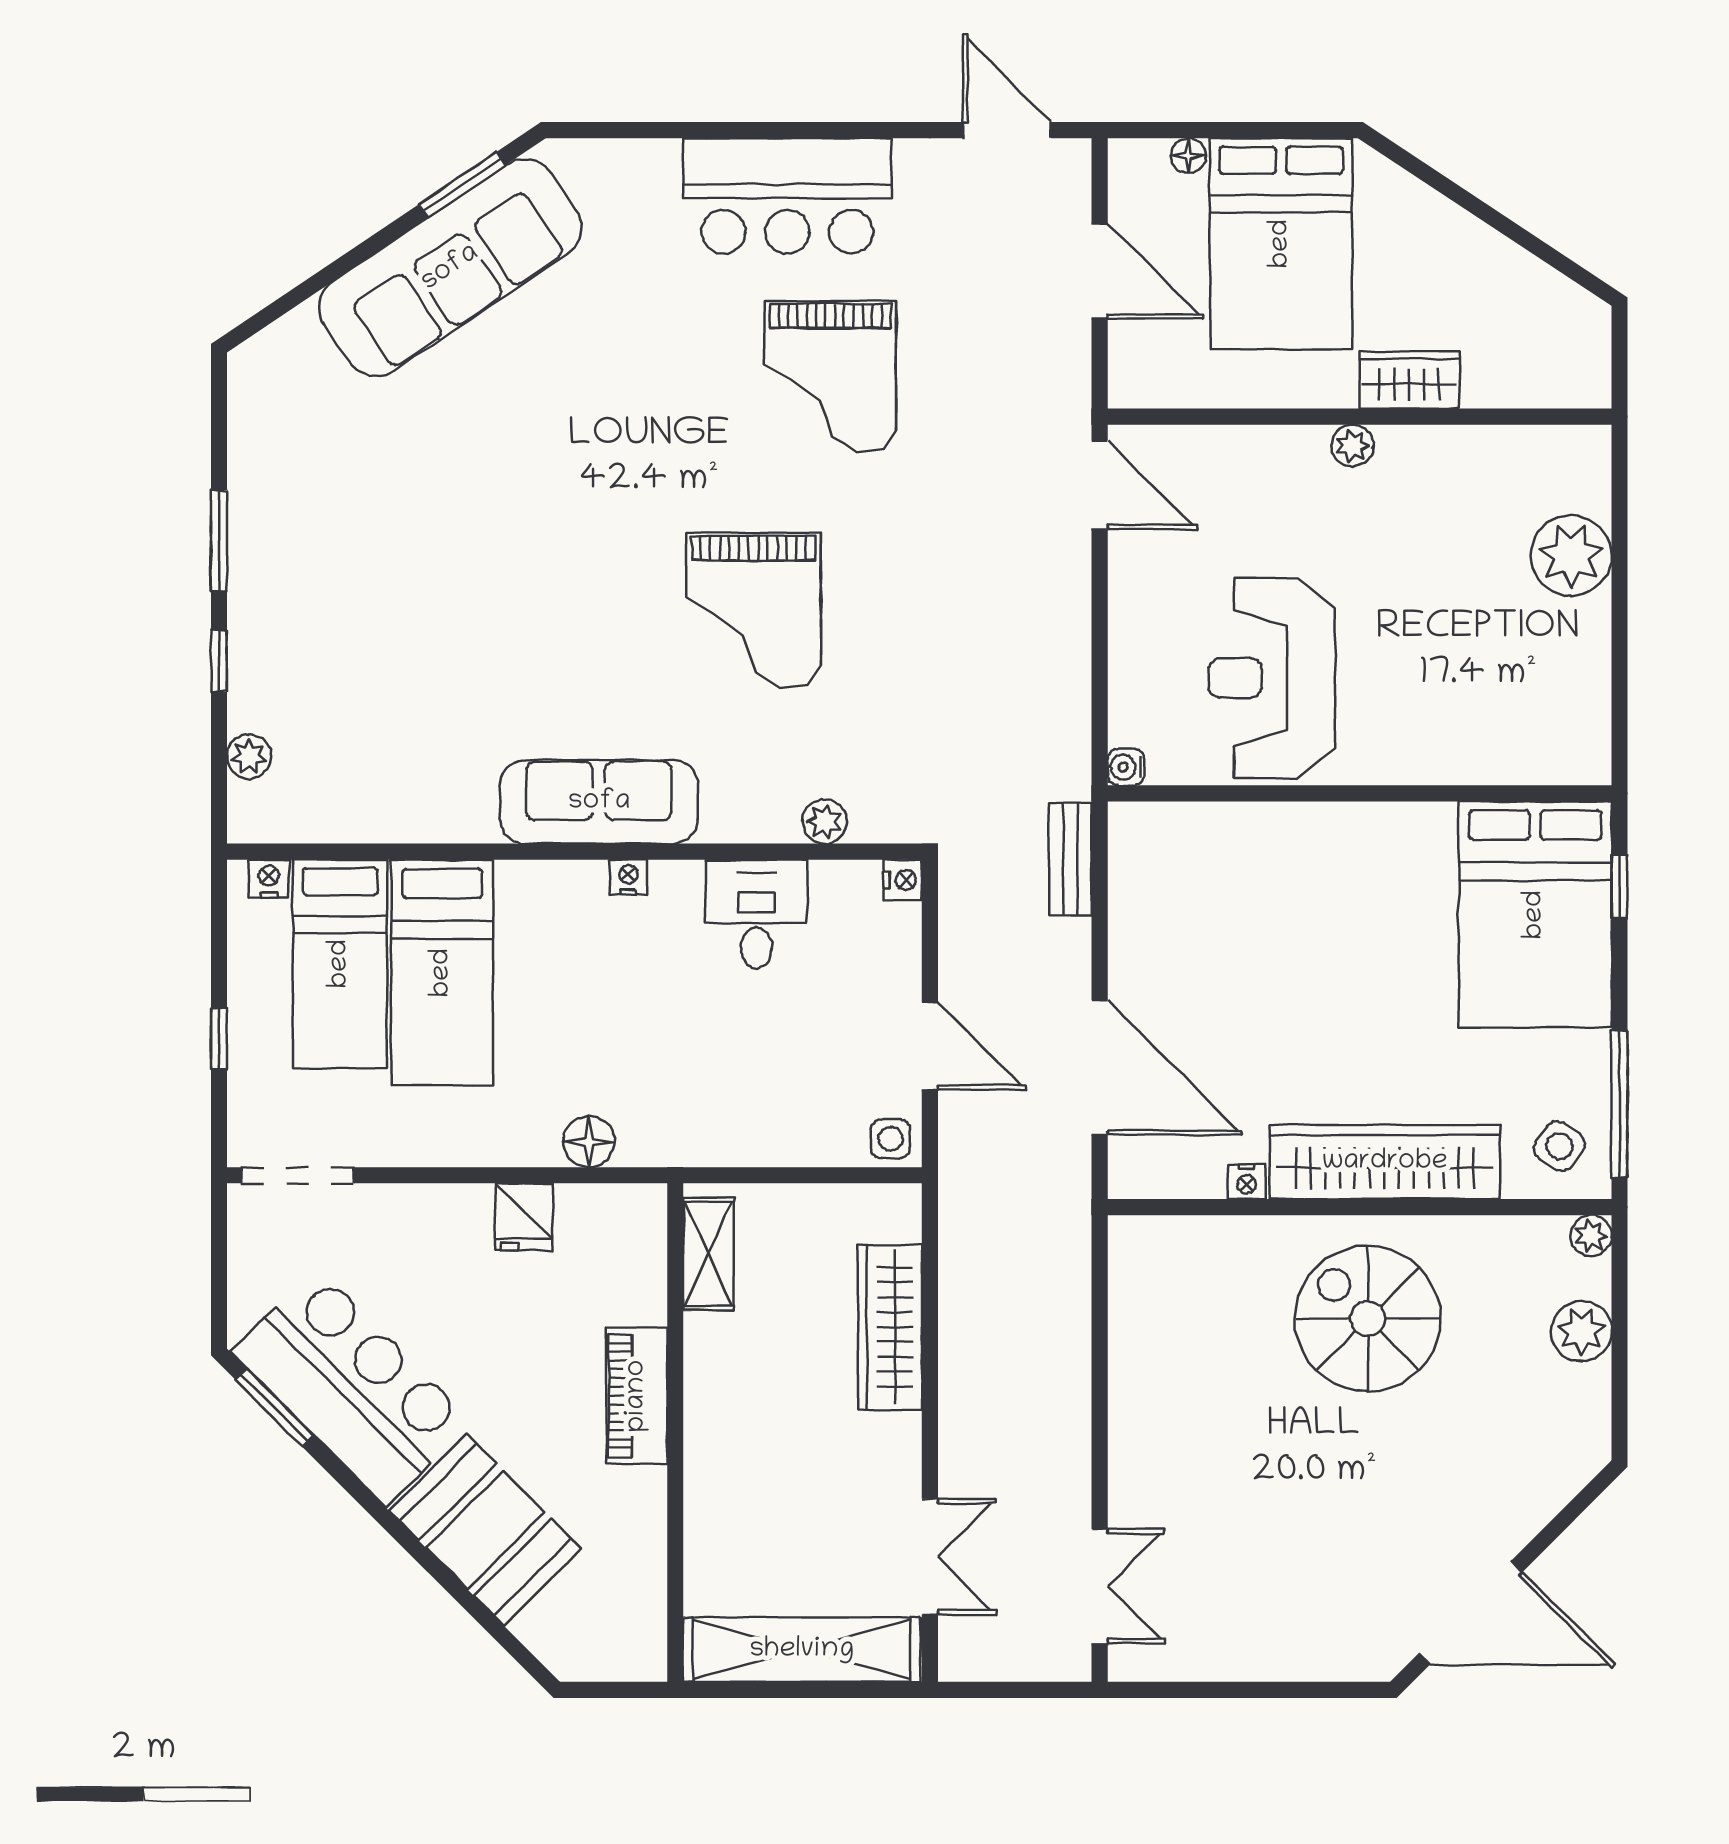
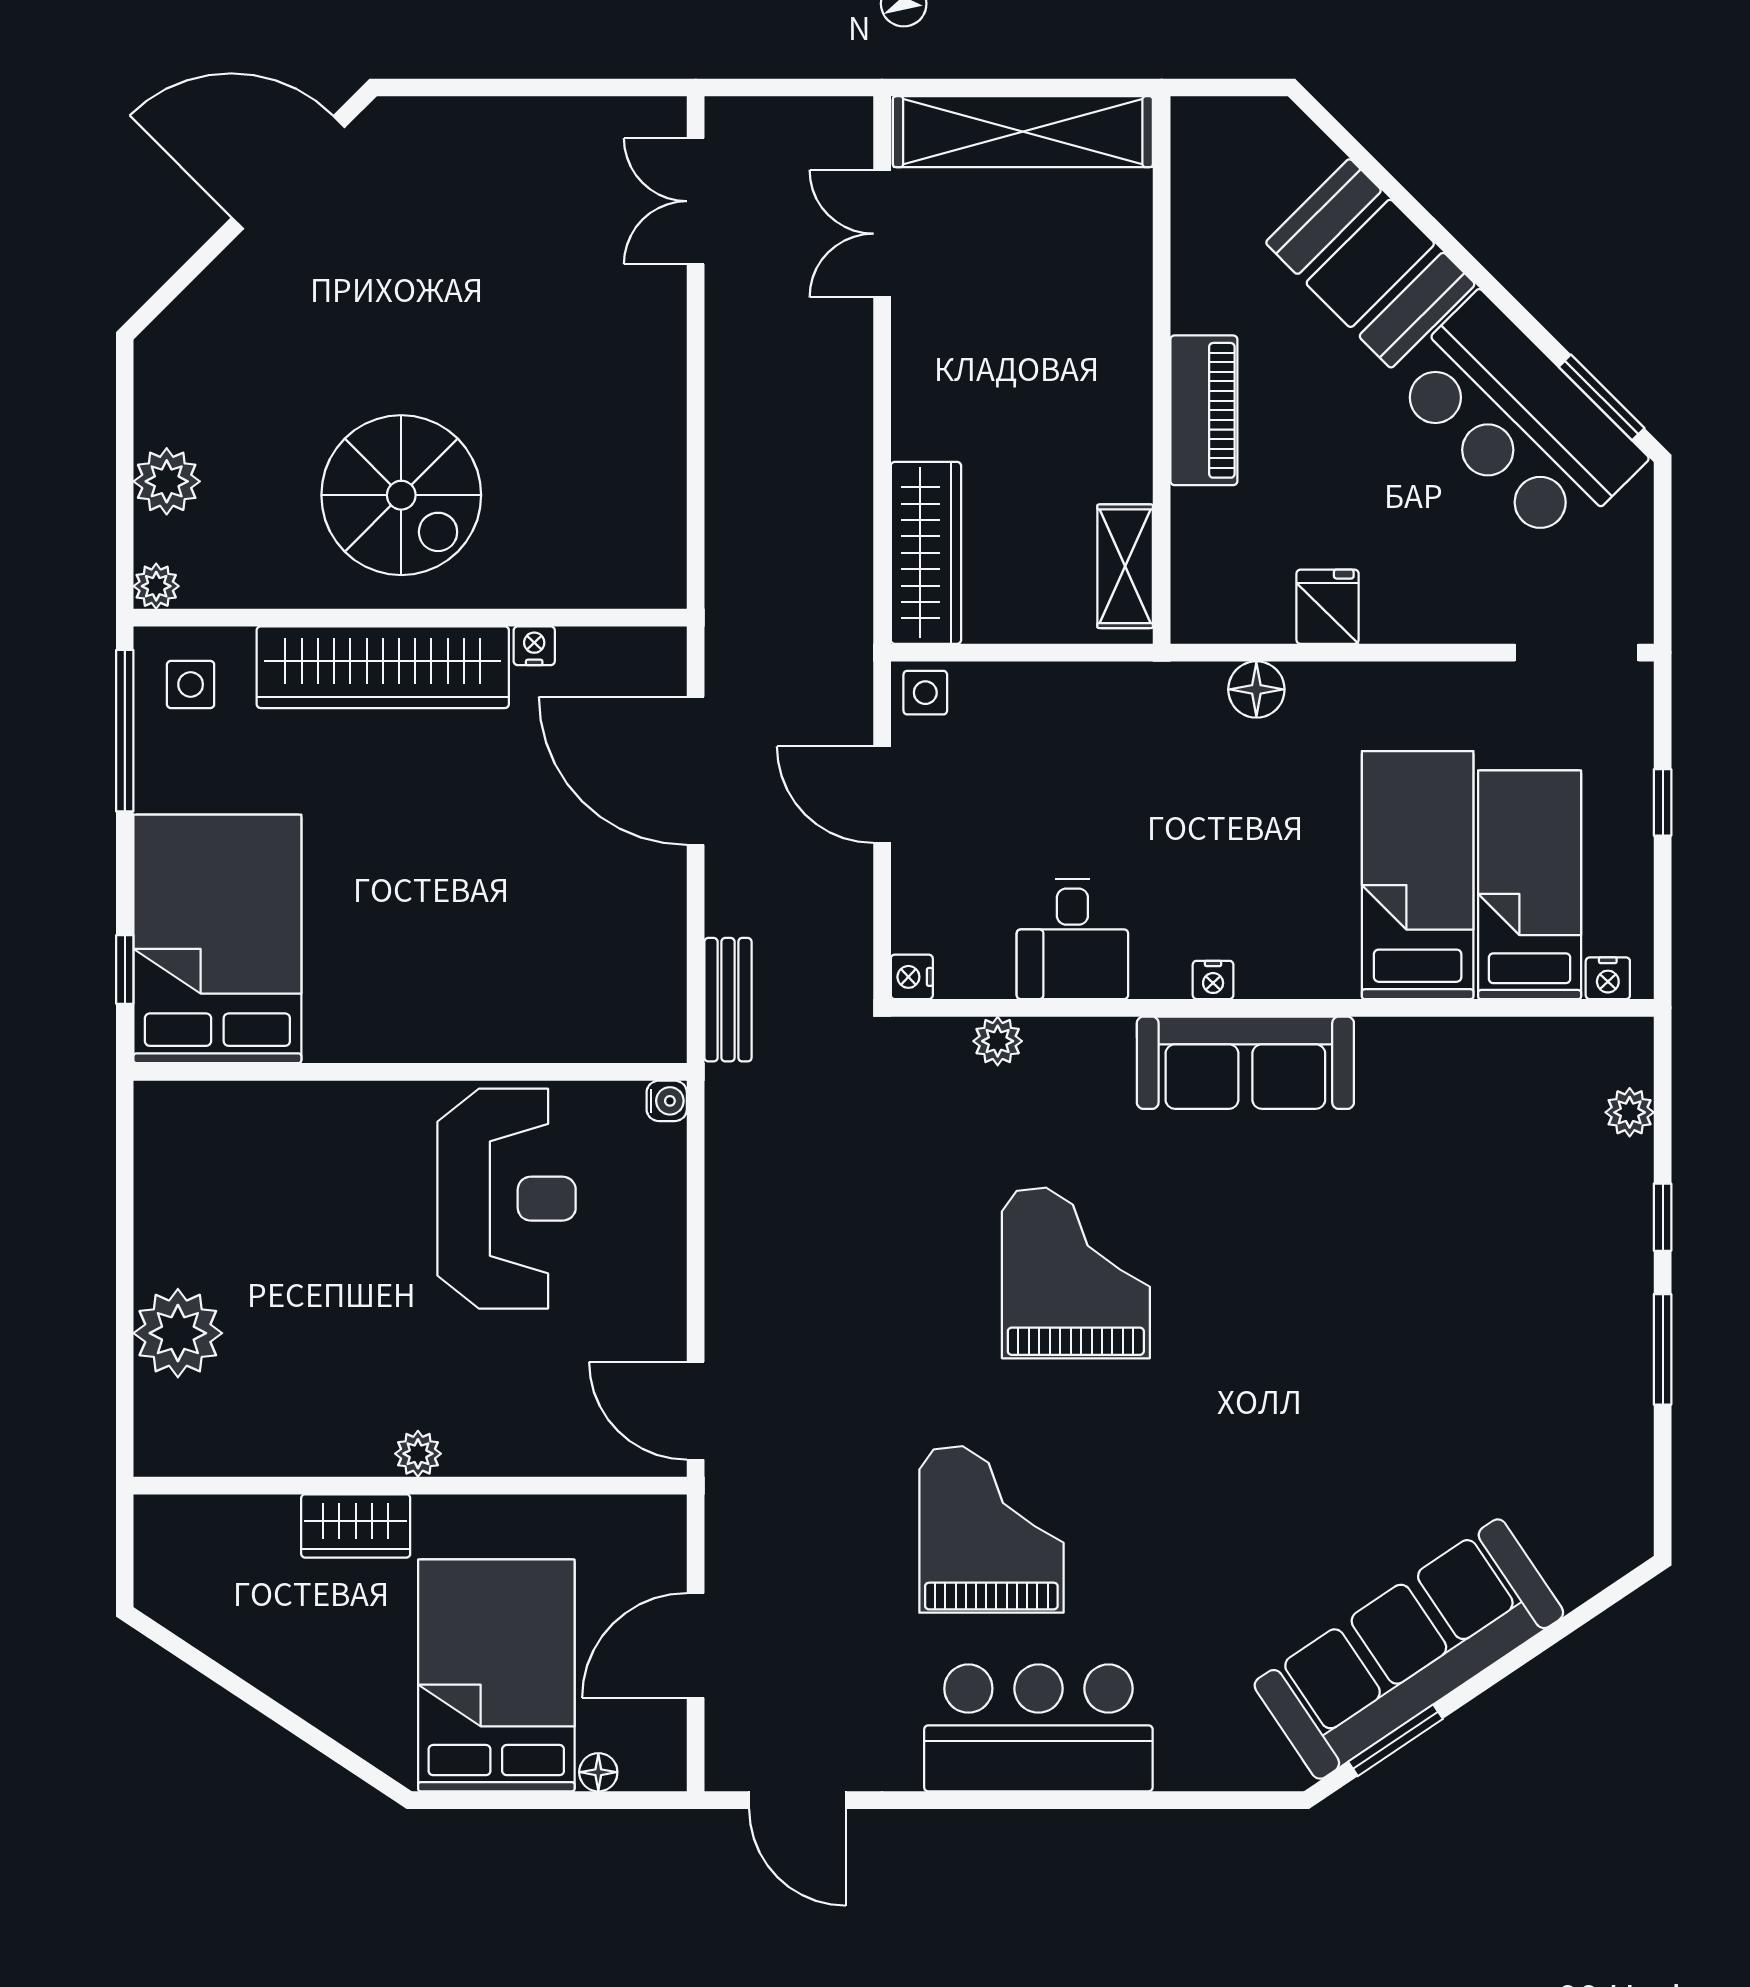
door: (1100, 271) -> (696, 1645), hinge flipped
side table: (1560, 1146) -> (191, 684), turned -34
wardrobe: (890, 1327) -> (926, 553), moved

